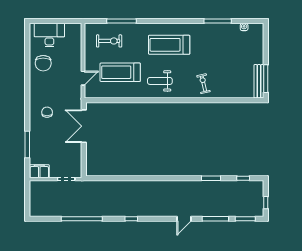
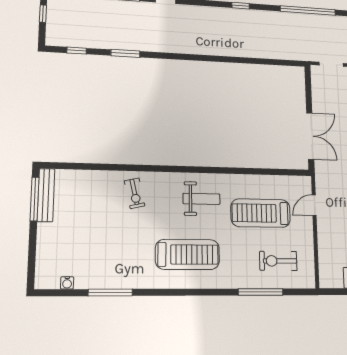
treadmill: (120, 72) -> (261, 213), turned 180

